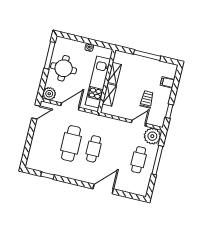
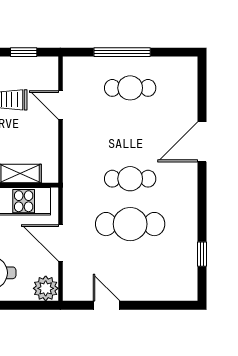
door: (36, 112) -> (106, 305), moved
plant: (152, 136) -> (79, 73), removed
door: (103, 189) -> (202, 142), hinge flipped

